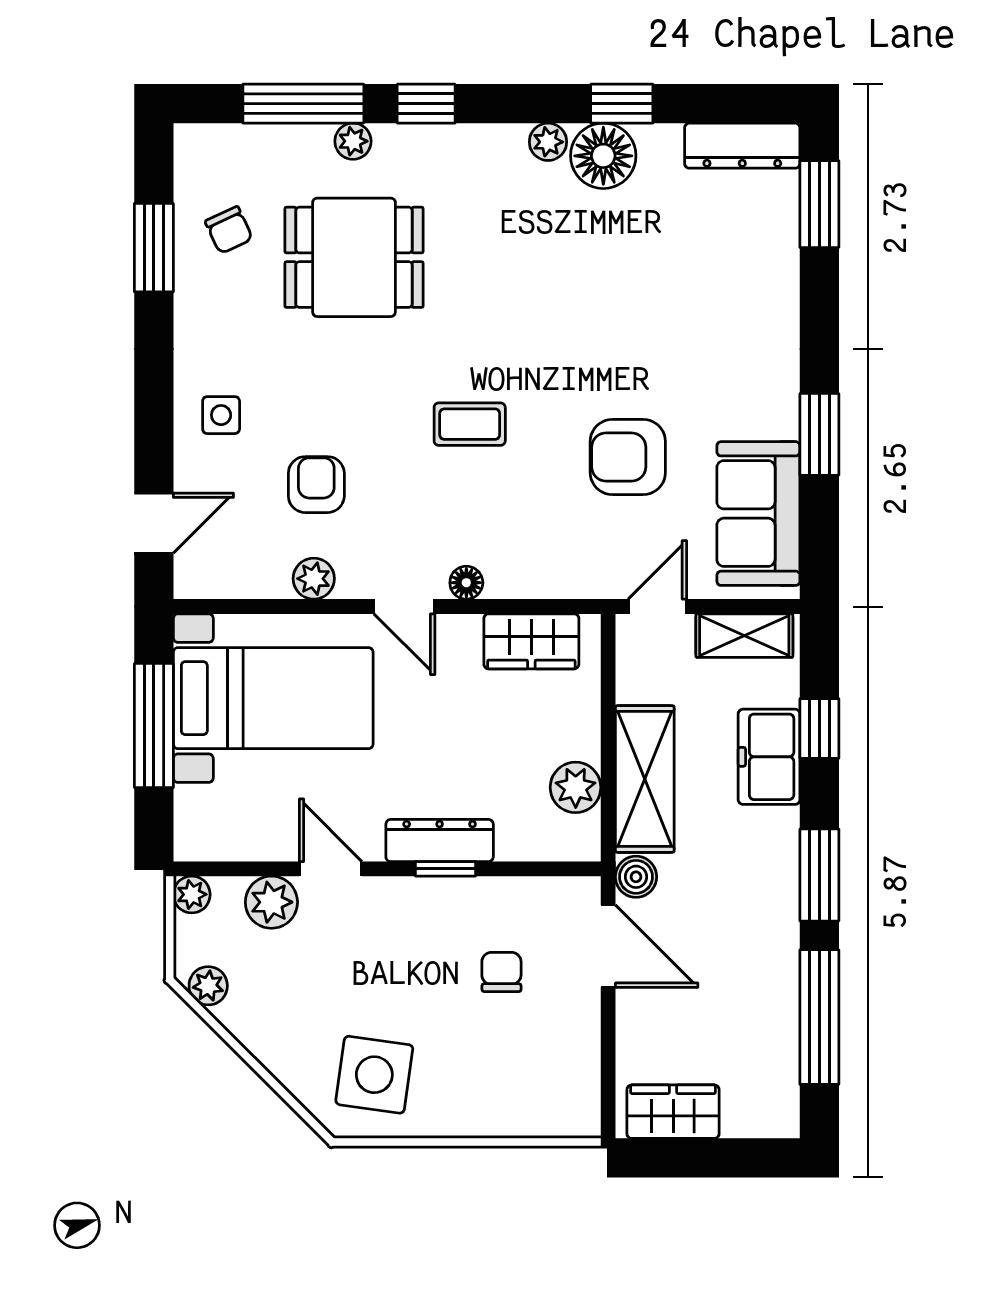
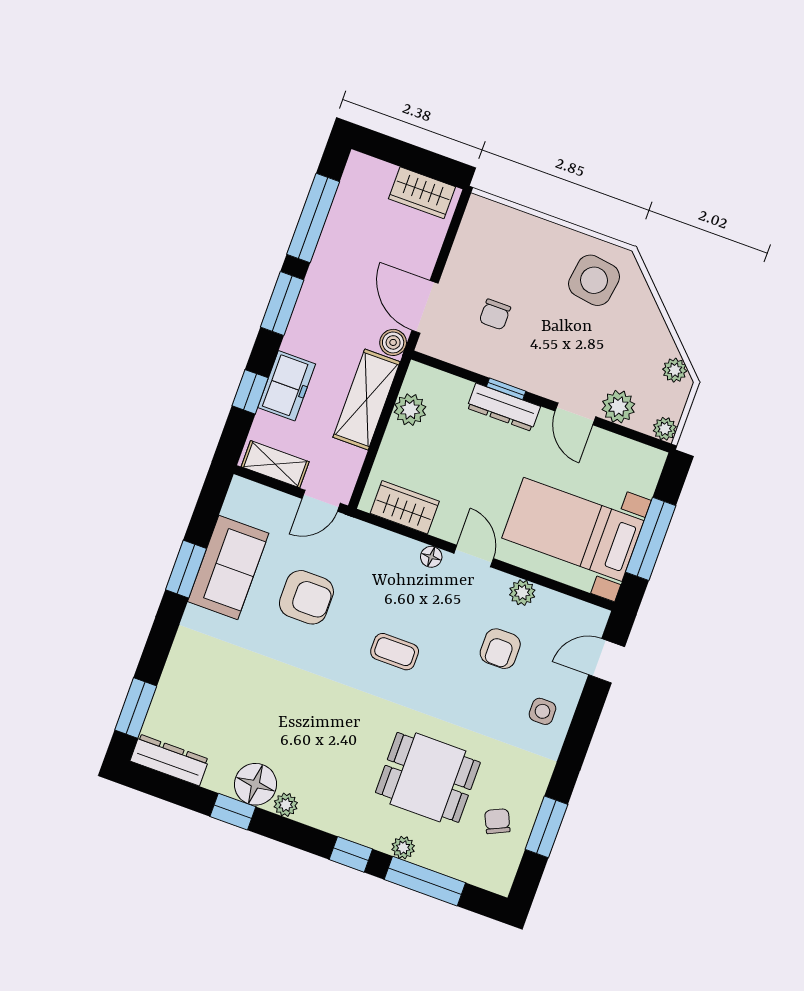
sofa: (758, 514) -> (228, 567), moved

